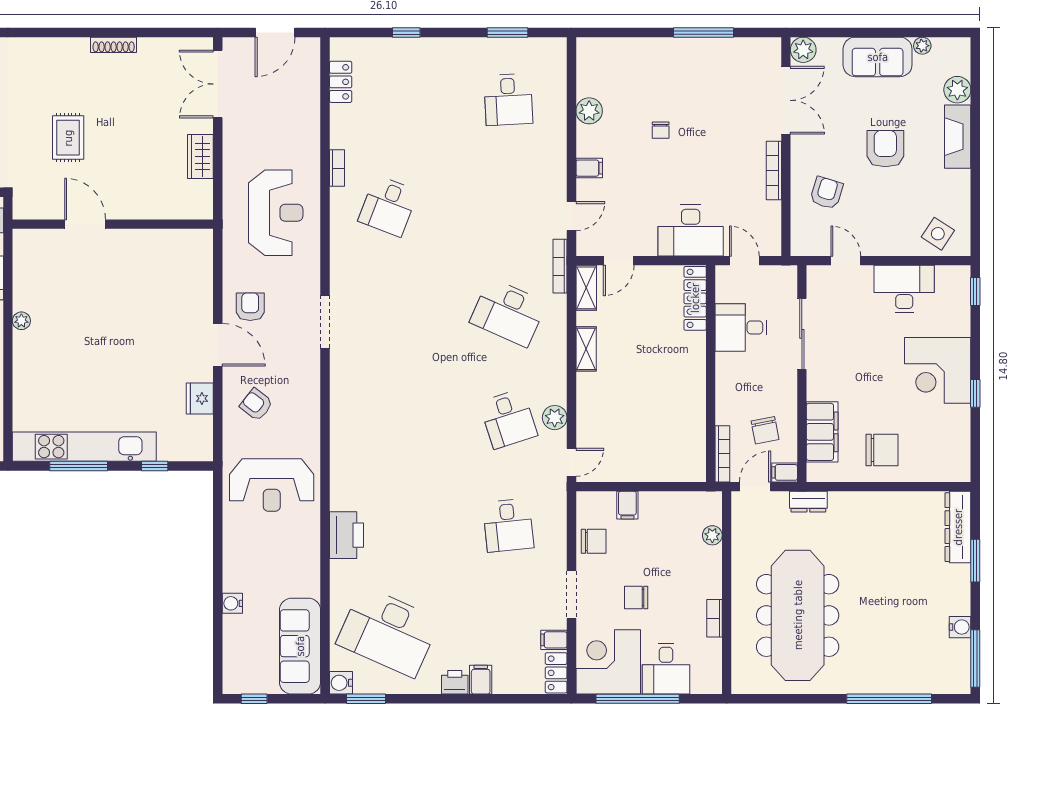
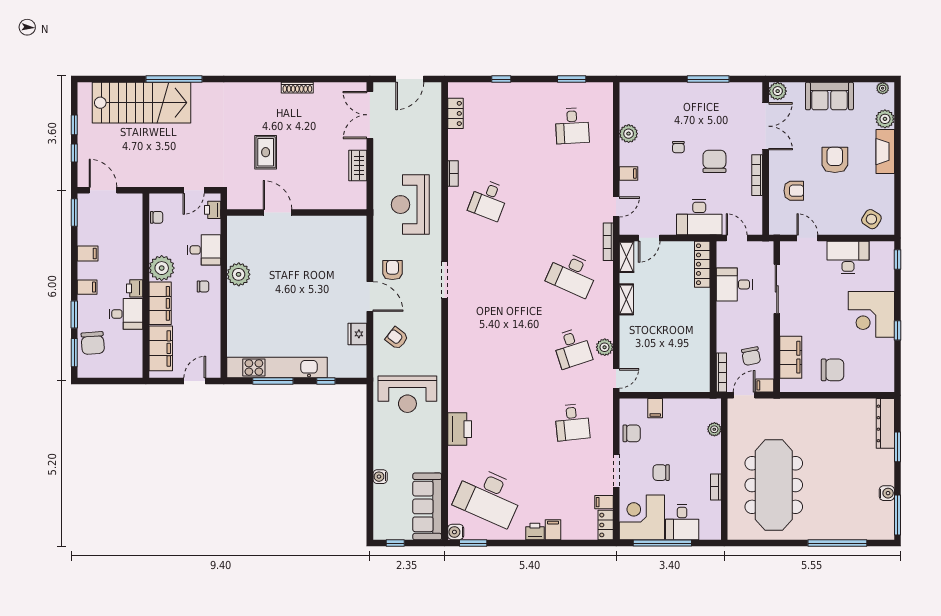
plant: (922, 46) -> (883, 88), moved
chair: (713, 151) -> (714, 161), added
armchair: (826, 193) -> (794, 191), turned 73
reception desk: (276, 213) -> (410, 205), turned 180
plant: (21, 321) -> (239, 274), width x1.87, depth x1.87
dresser: (808, 502) -> (781, 406), removed

